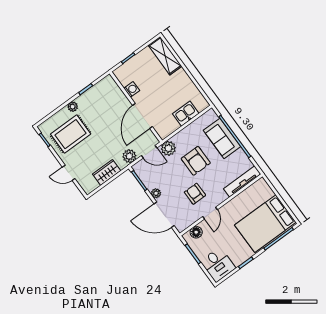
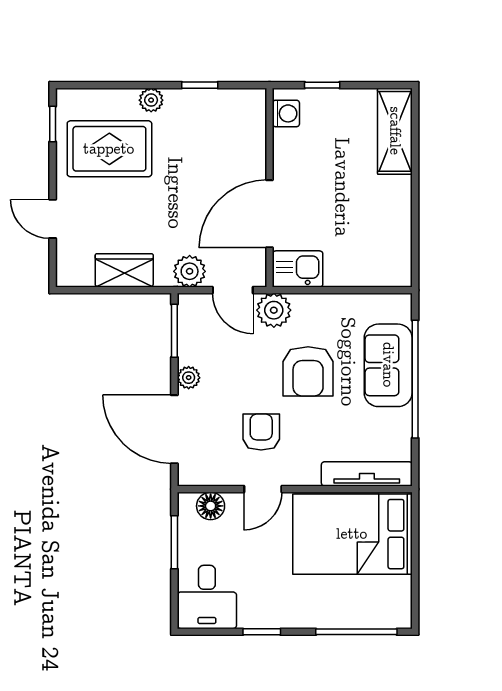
washing machine: (132, 89) -> (286, 113), moved
kitchen sink: (186, 114) -> (298, 269), moved
bed: (265, 224) -> (352, 534), moved

